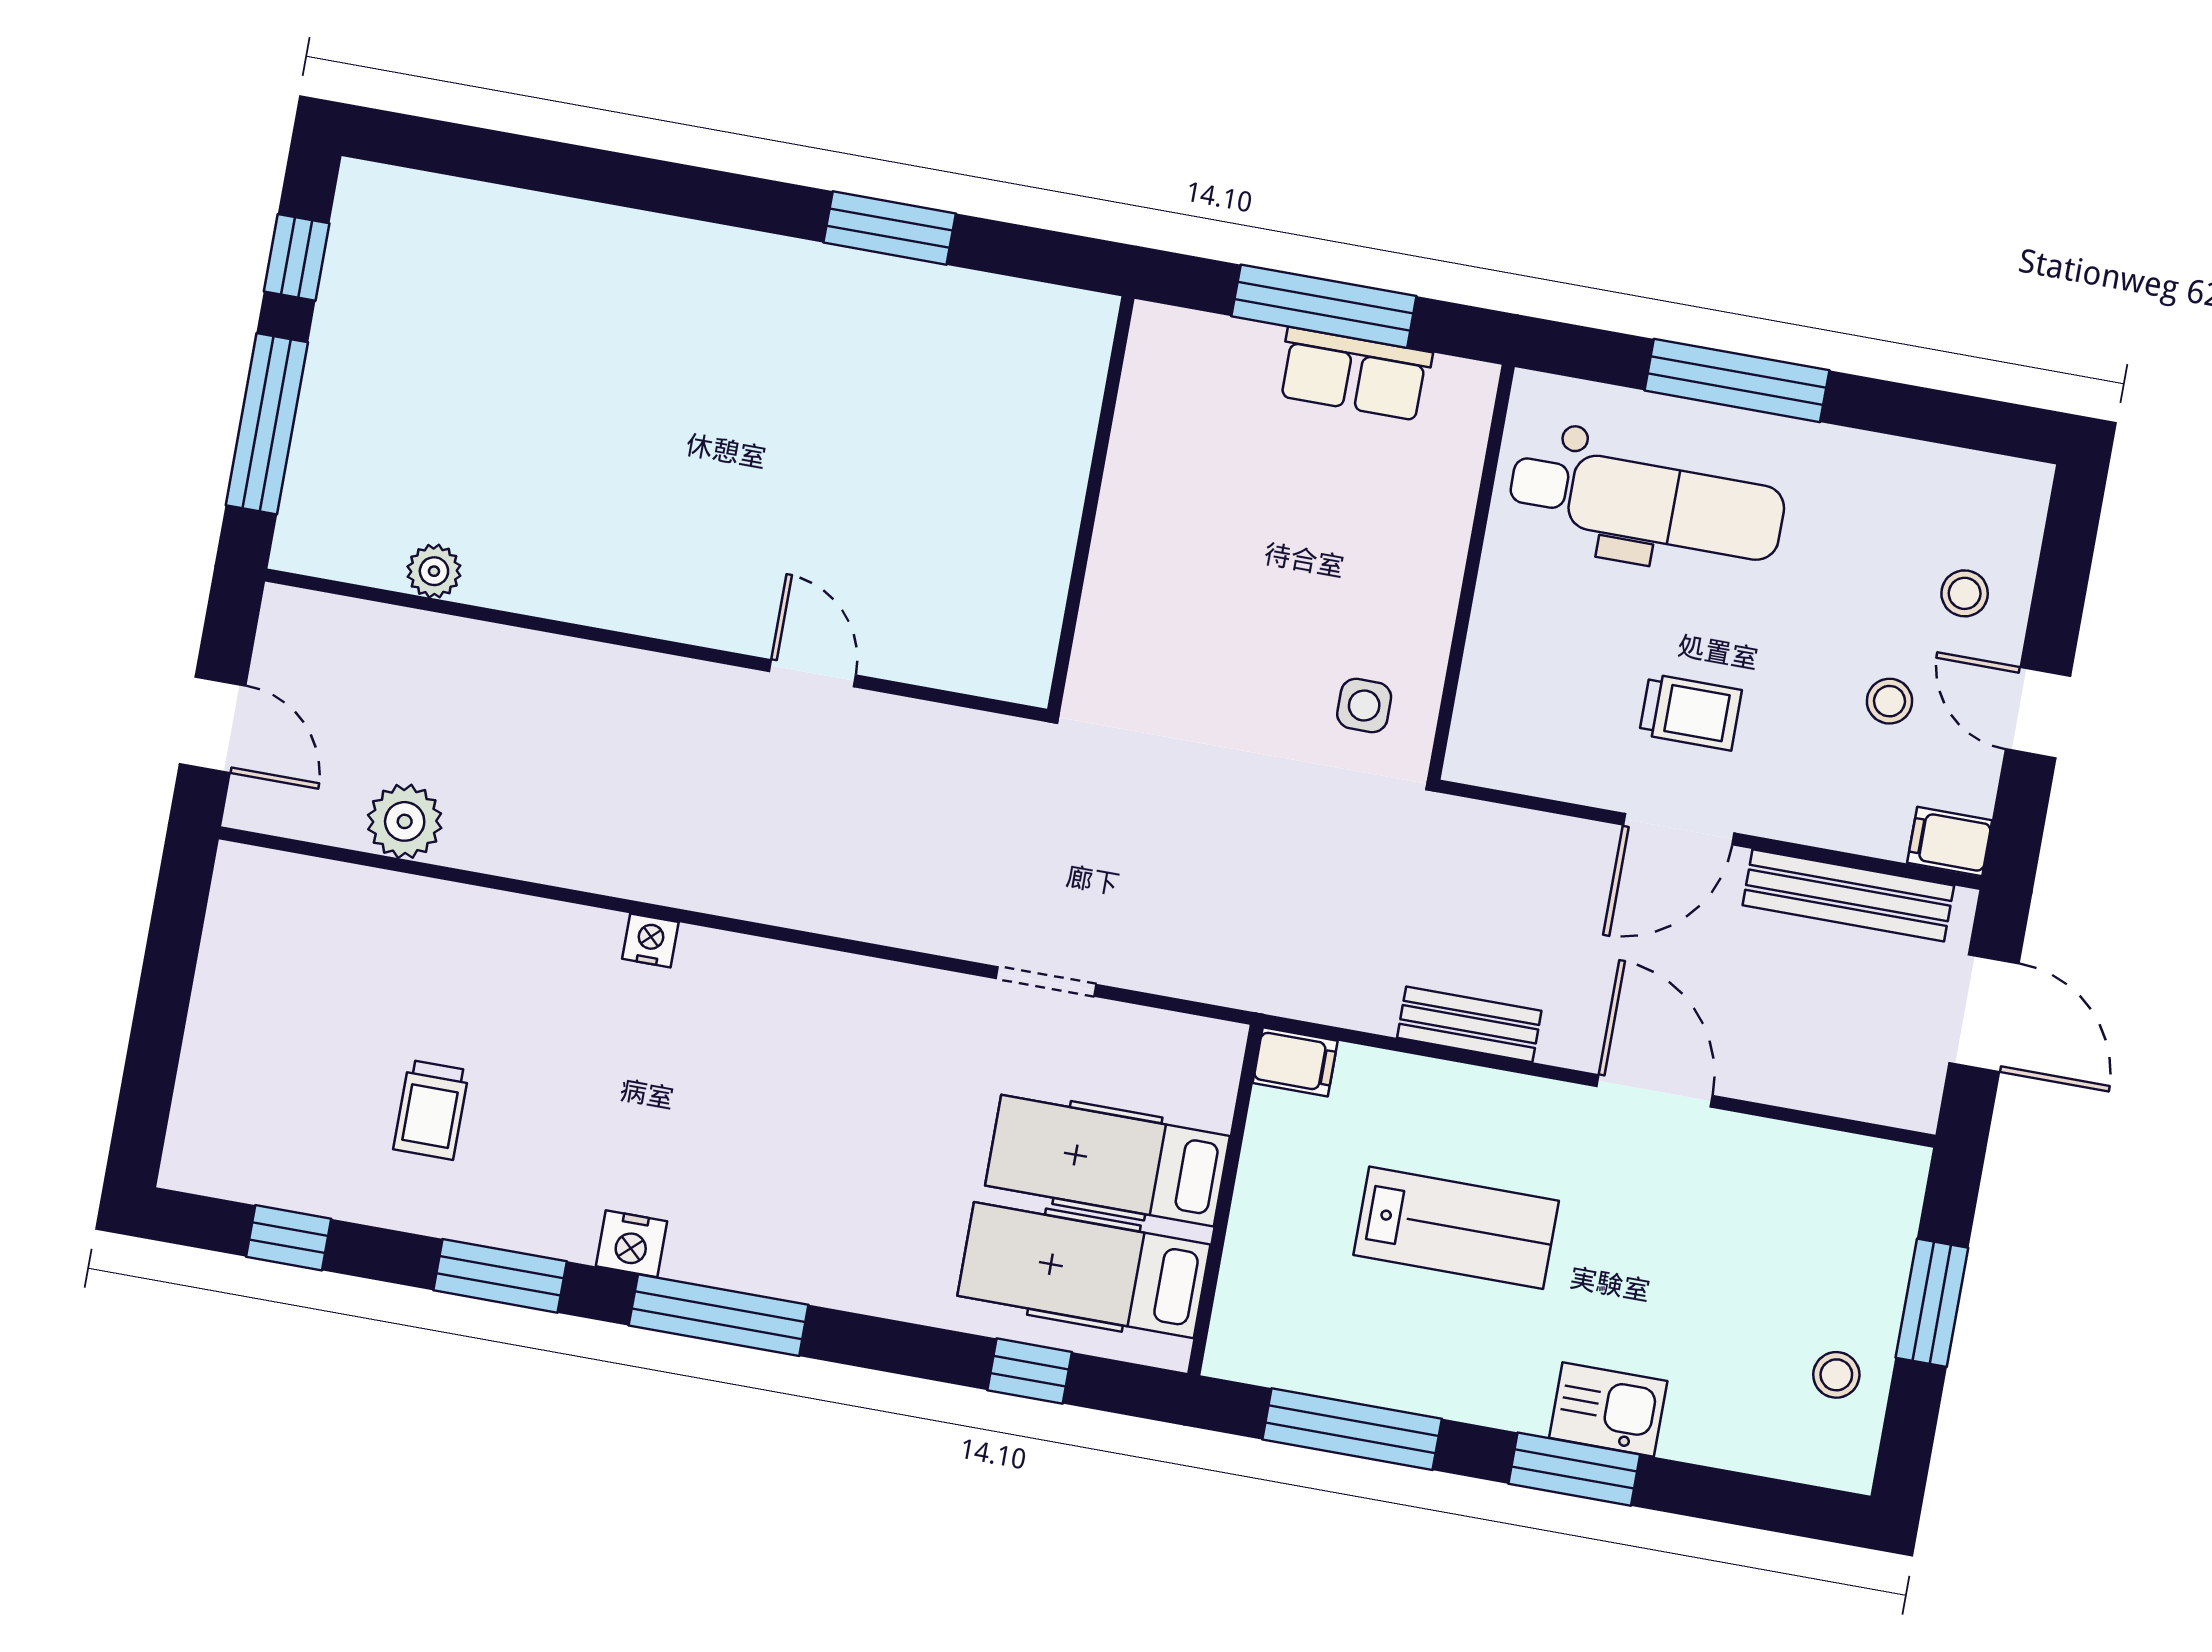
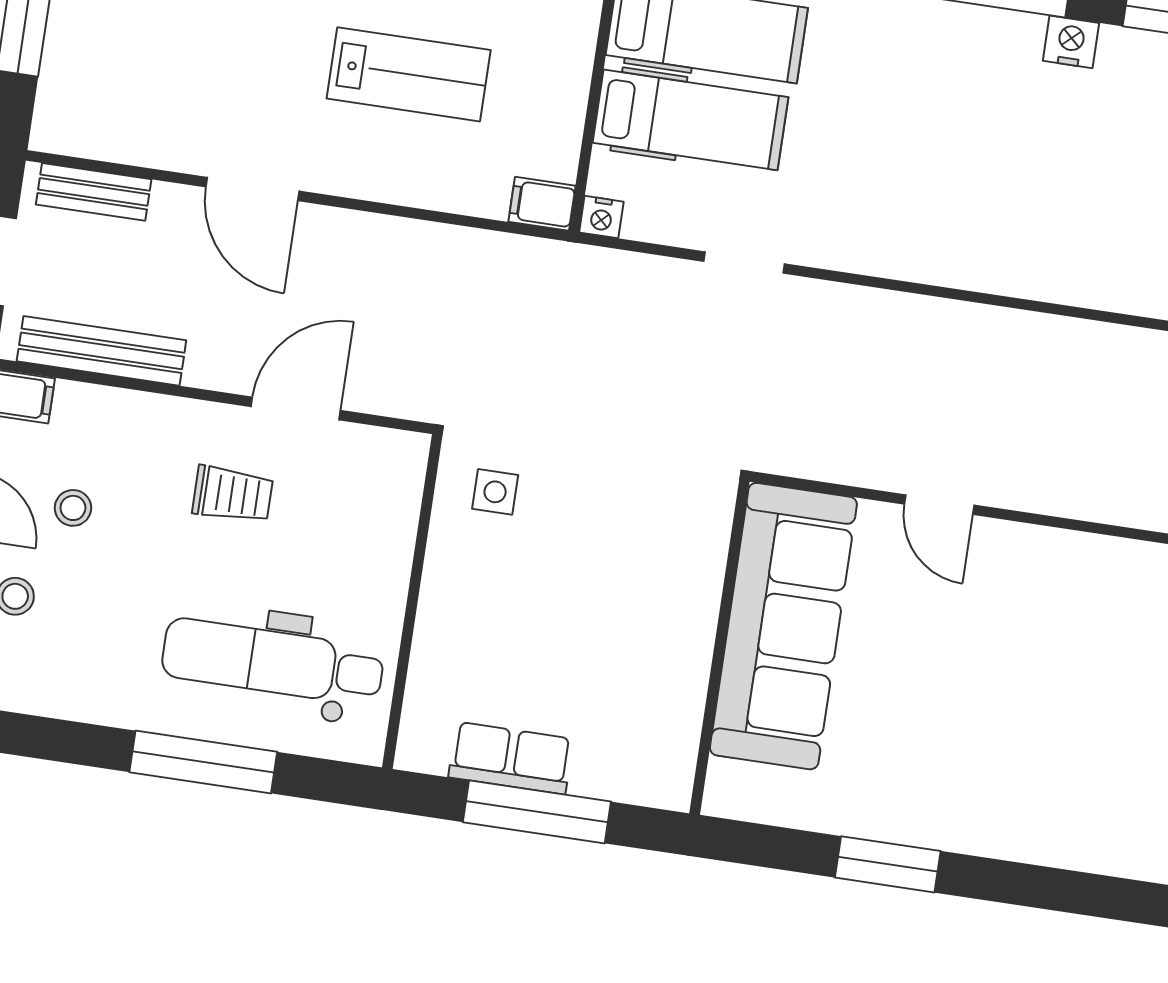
sofa: (1011, 528) -> (783, 626), added
trolley: (1691, 712) -> (233, 494), turned 180
door: (1679, 829) -> (296, 408), moved
nightstand: (650, 940) -> (601, 217), moved
bench: (1469, 1024) -> (94, 192), moved
lab bench: (1456, 1228) -> (409, 74), turned 180

